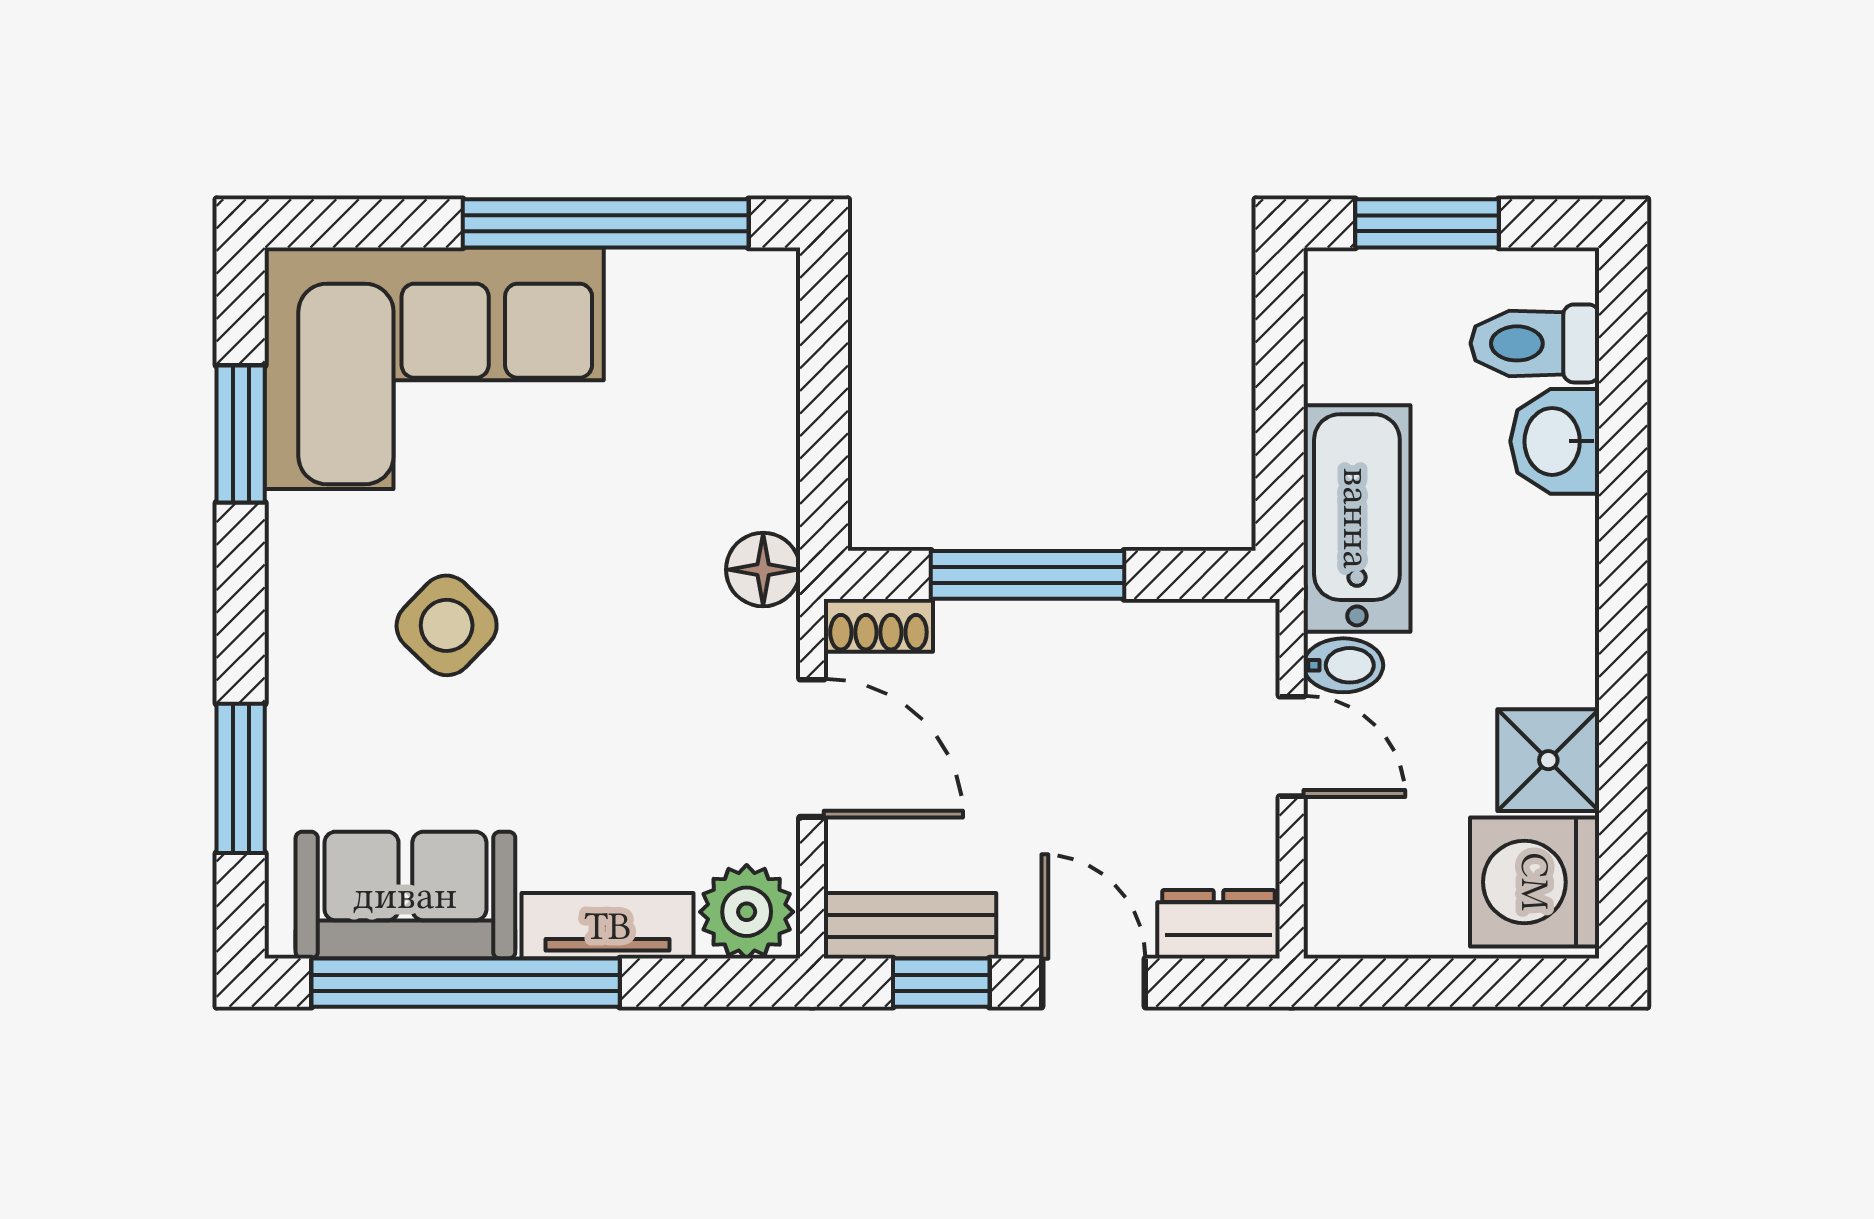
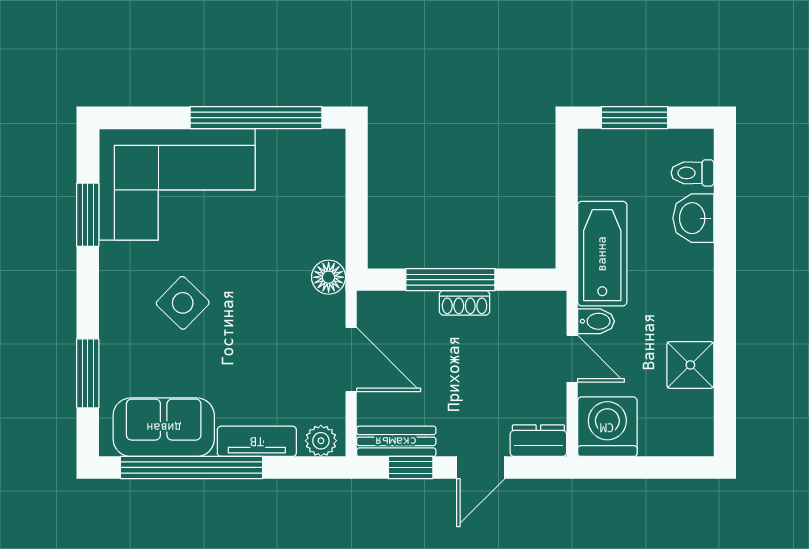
toilet: (1535, 343) -> (692, 173), width x0.73, depth x0.72
shoe rack: (878, 625) -> (465, 303), moved
washing machine: (1535, 882) -> (607, 427), moved, turned 90
plant: (747, 912) -> (321, 441), width x0.73, depth x0.73
door: (1093, 983) -> (481, 467), swing flipped

